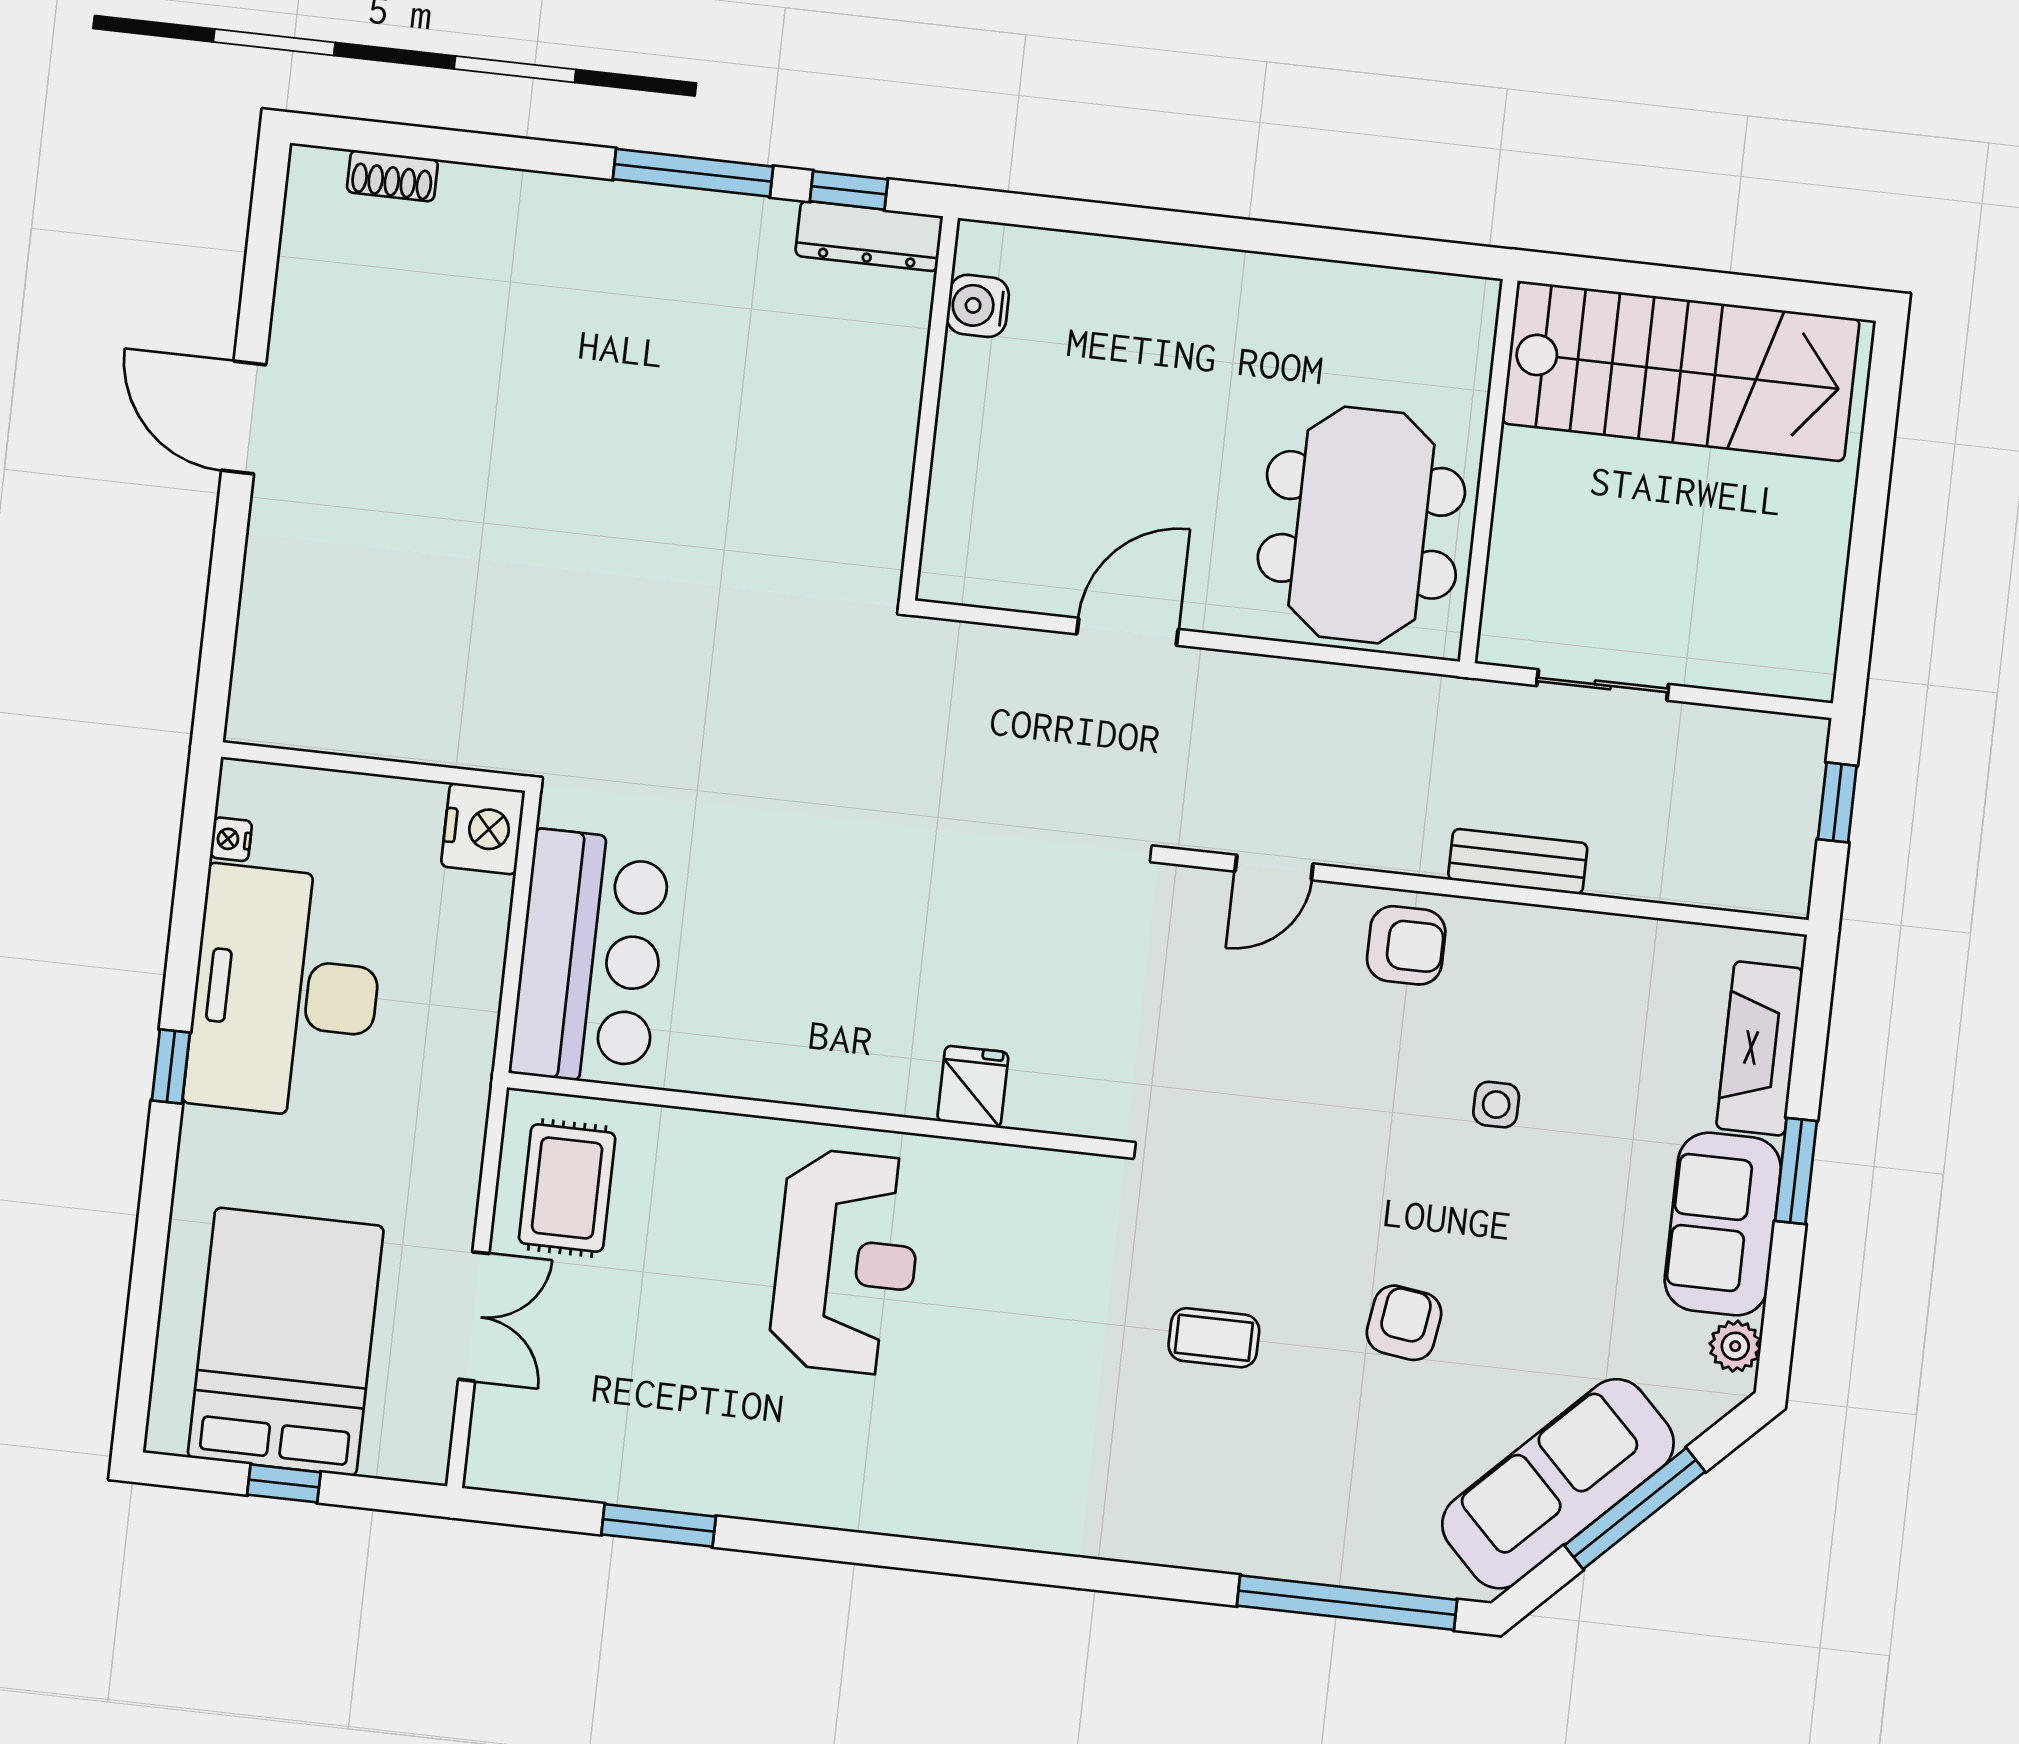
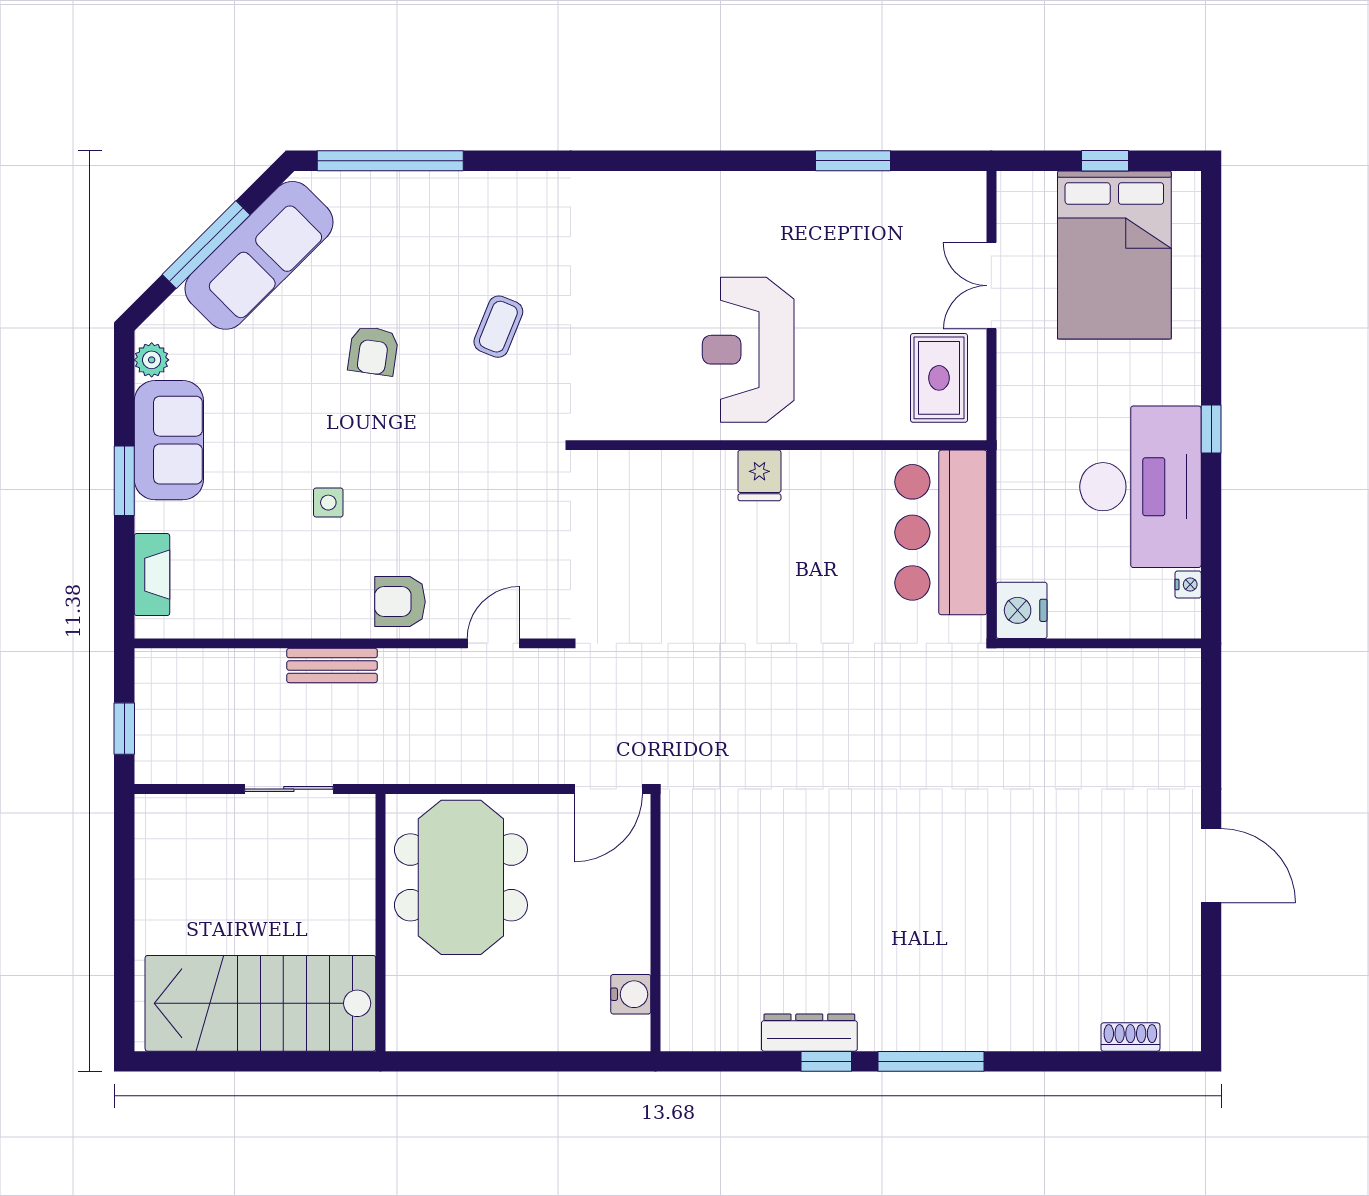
water cooler: (978, 306) -> (631, 994), moved
wall: (929, 408) -> (656, 923), moved
fireplace: (1760, 1048) -> (152, 575), width x0.73, depth x0.76
fridge: (973, 1087) -> (759, 475), moved
coffee table: (1214, 1338) -> (498, 327), turned -68

